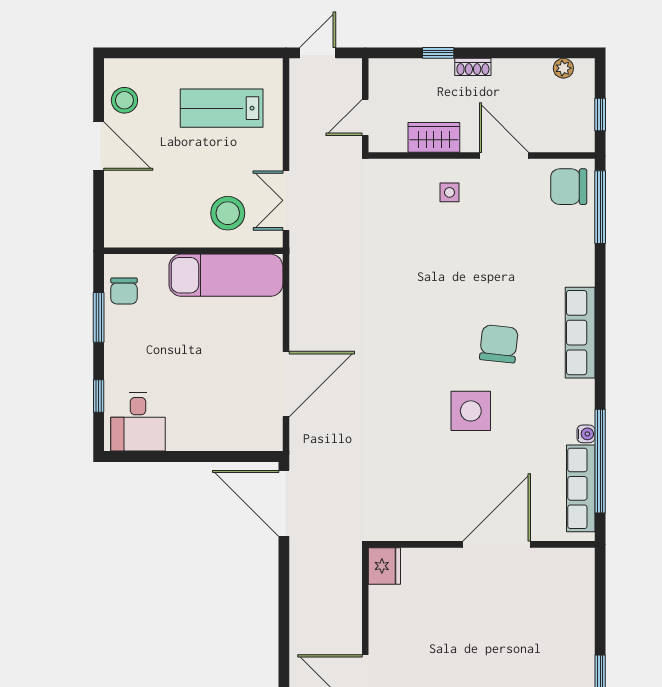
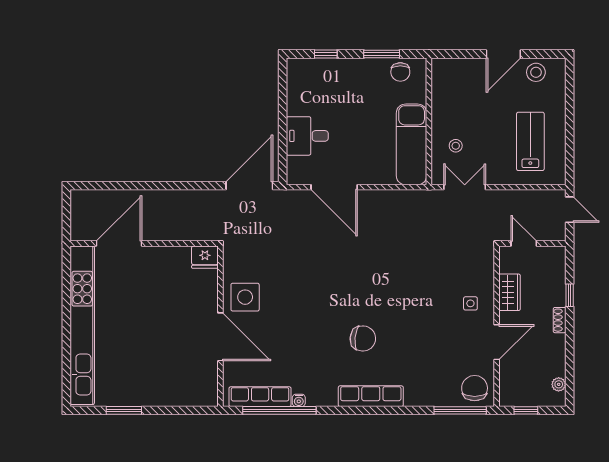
stool: (228, 213) -> (456, 146), width x0.53, depth x0.53
chair: (124, 291) -> (400, 72), turned -90
side table: (471, 411) -> (245, 297), moved
desk: (138, 422) -> (307, 136), moved

